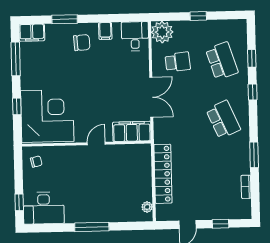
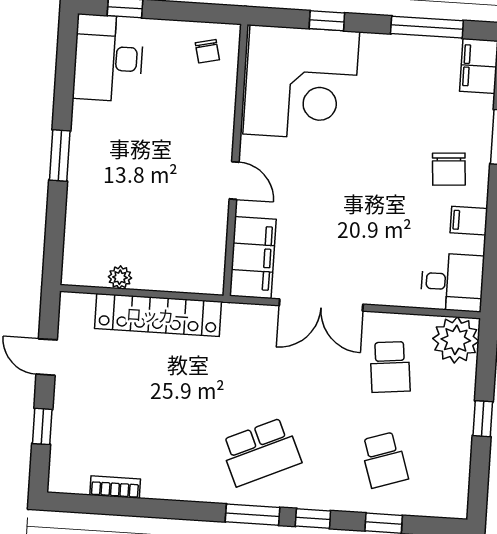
school desk: (222, 61) -> (384, 460), width x0.54
window: (254, 155) -> (252, 515), moved
plant: (147, 207) -> (120, 277), moved
window: (92, 227) -> (60, 156), width x0.69

